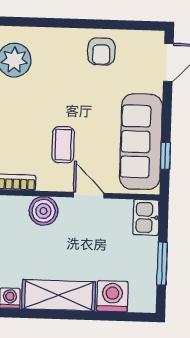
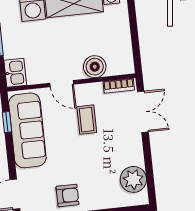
armchair: (101, 51) -> (67, 195), turned 90

